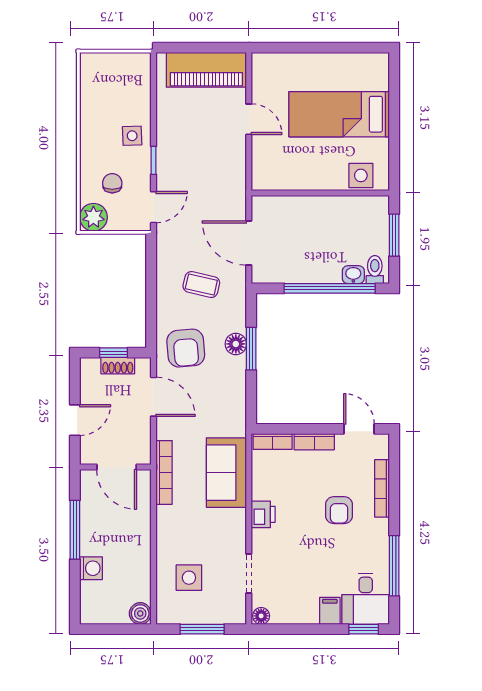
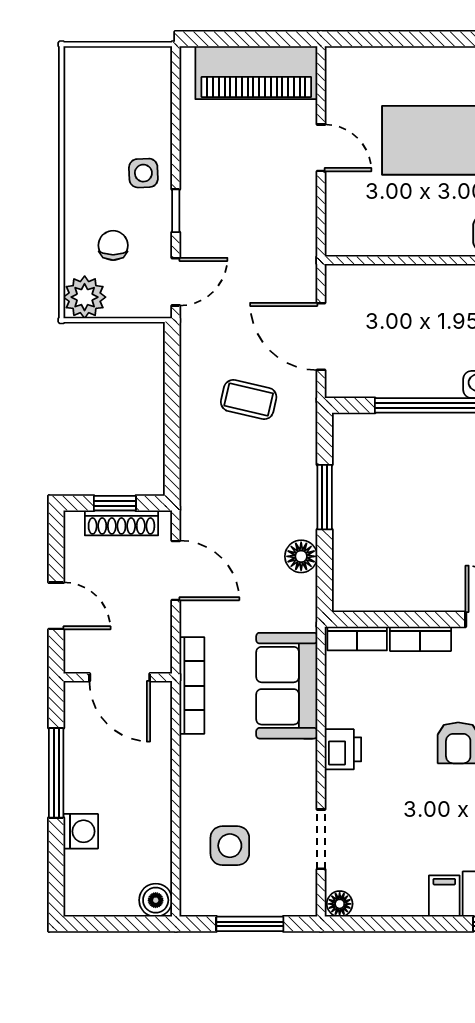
floor lamp: (236, 344) -> (301, 556), moved
armchair: (186, 348) -> (225, 496), removed
shoe rack: (118, 366) -> (121, 523), width x1.43
door: (75, 420) -> (56, 606), hinge flipped

